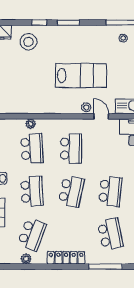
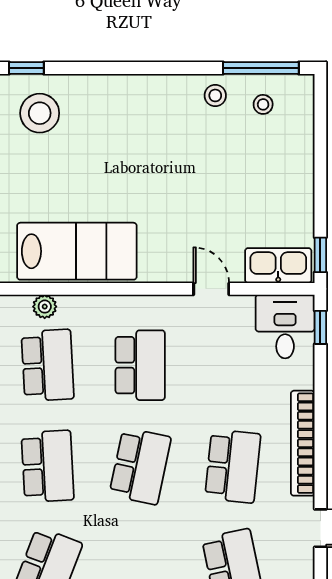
window: (39, 23) -> (26, 68), moved
window: (68, 23) -> (134, 68), removed
lab bench: (81, 75) -> (77, 251), moved
stool: (86, 107) -> (215, 95), moved

